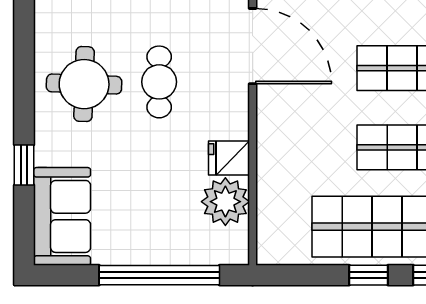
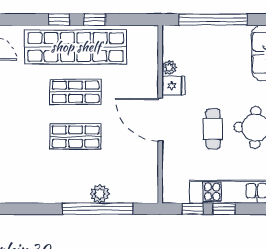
door: (253, 46) -> (160, 120), moved
plant: (225, 202) -> (169, 67), width x0.53, depth x0.53

